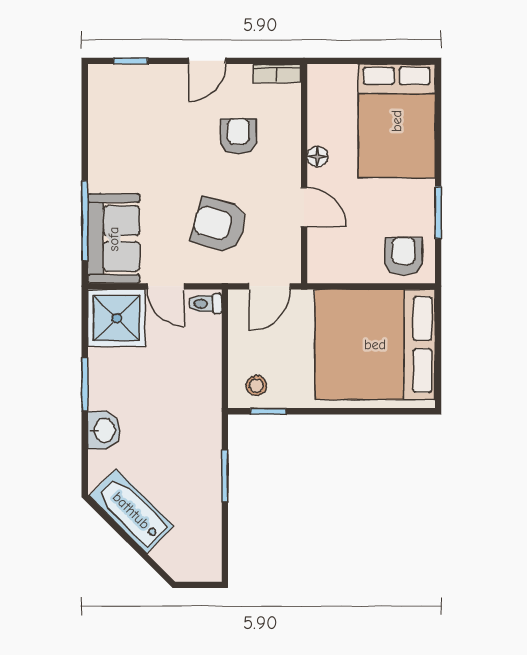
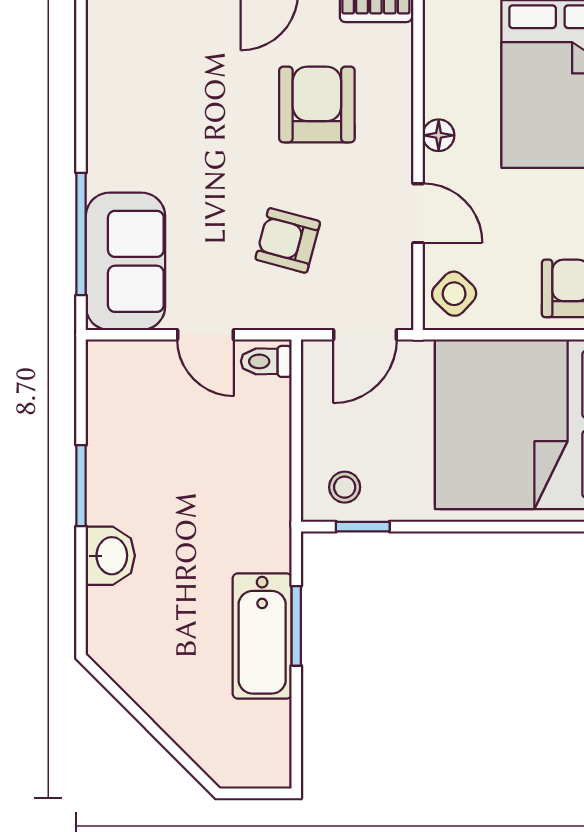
armchair: (238, 136) -> (317, 104), width x1.38, depth x1.38
armchair: (219, 225) -> (288, 240), width x0.72, depth x0.72
side table: (328, 260) -> (454, 294), added
shower: (116, 318) -> (130, 384), removed
bathtub: (131, 511) -> (262, 636), moved, turned -135

